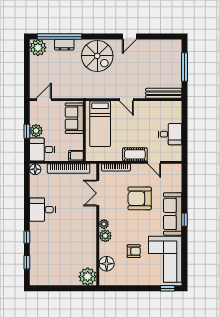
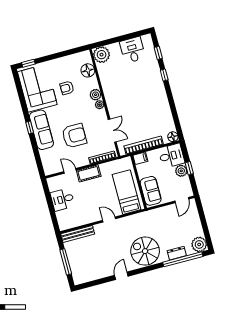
desk: (42, 210) -> (132, 50), moved, turned -90

